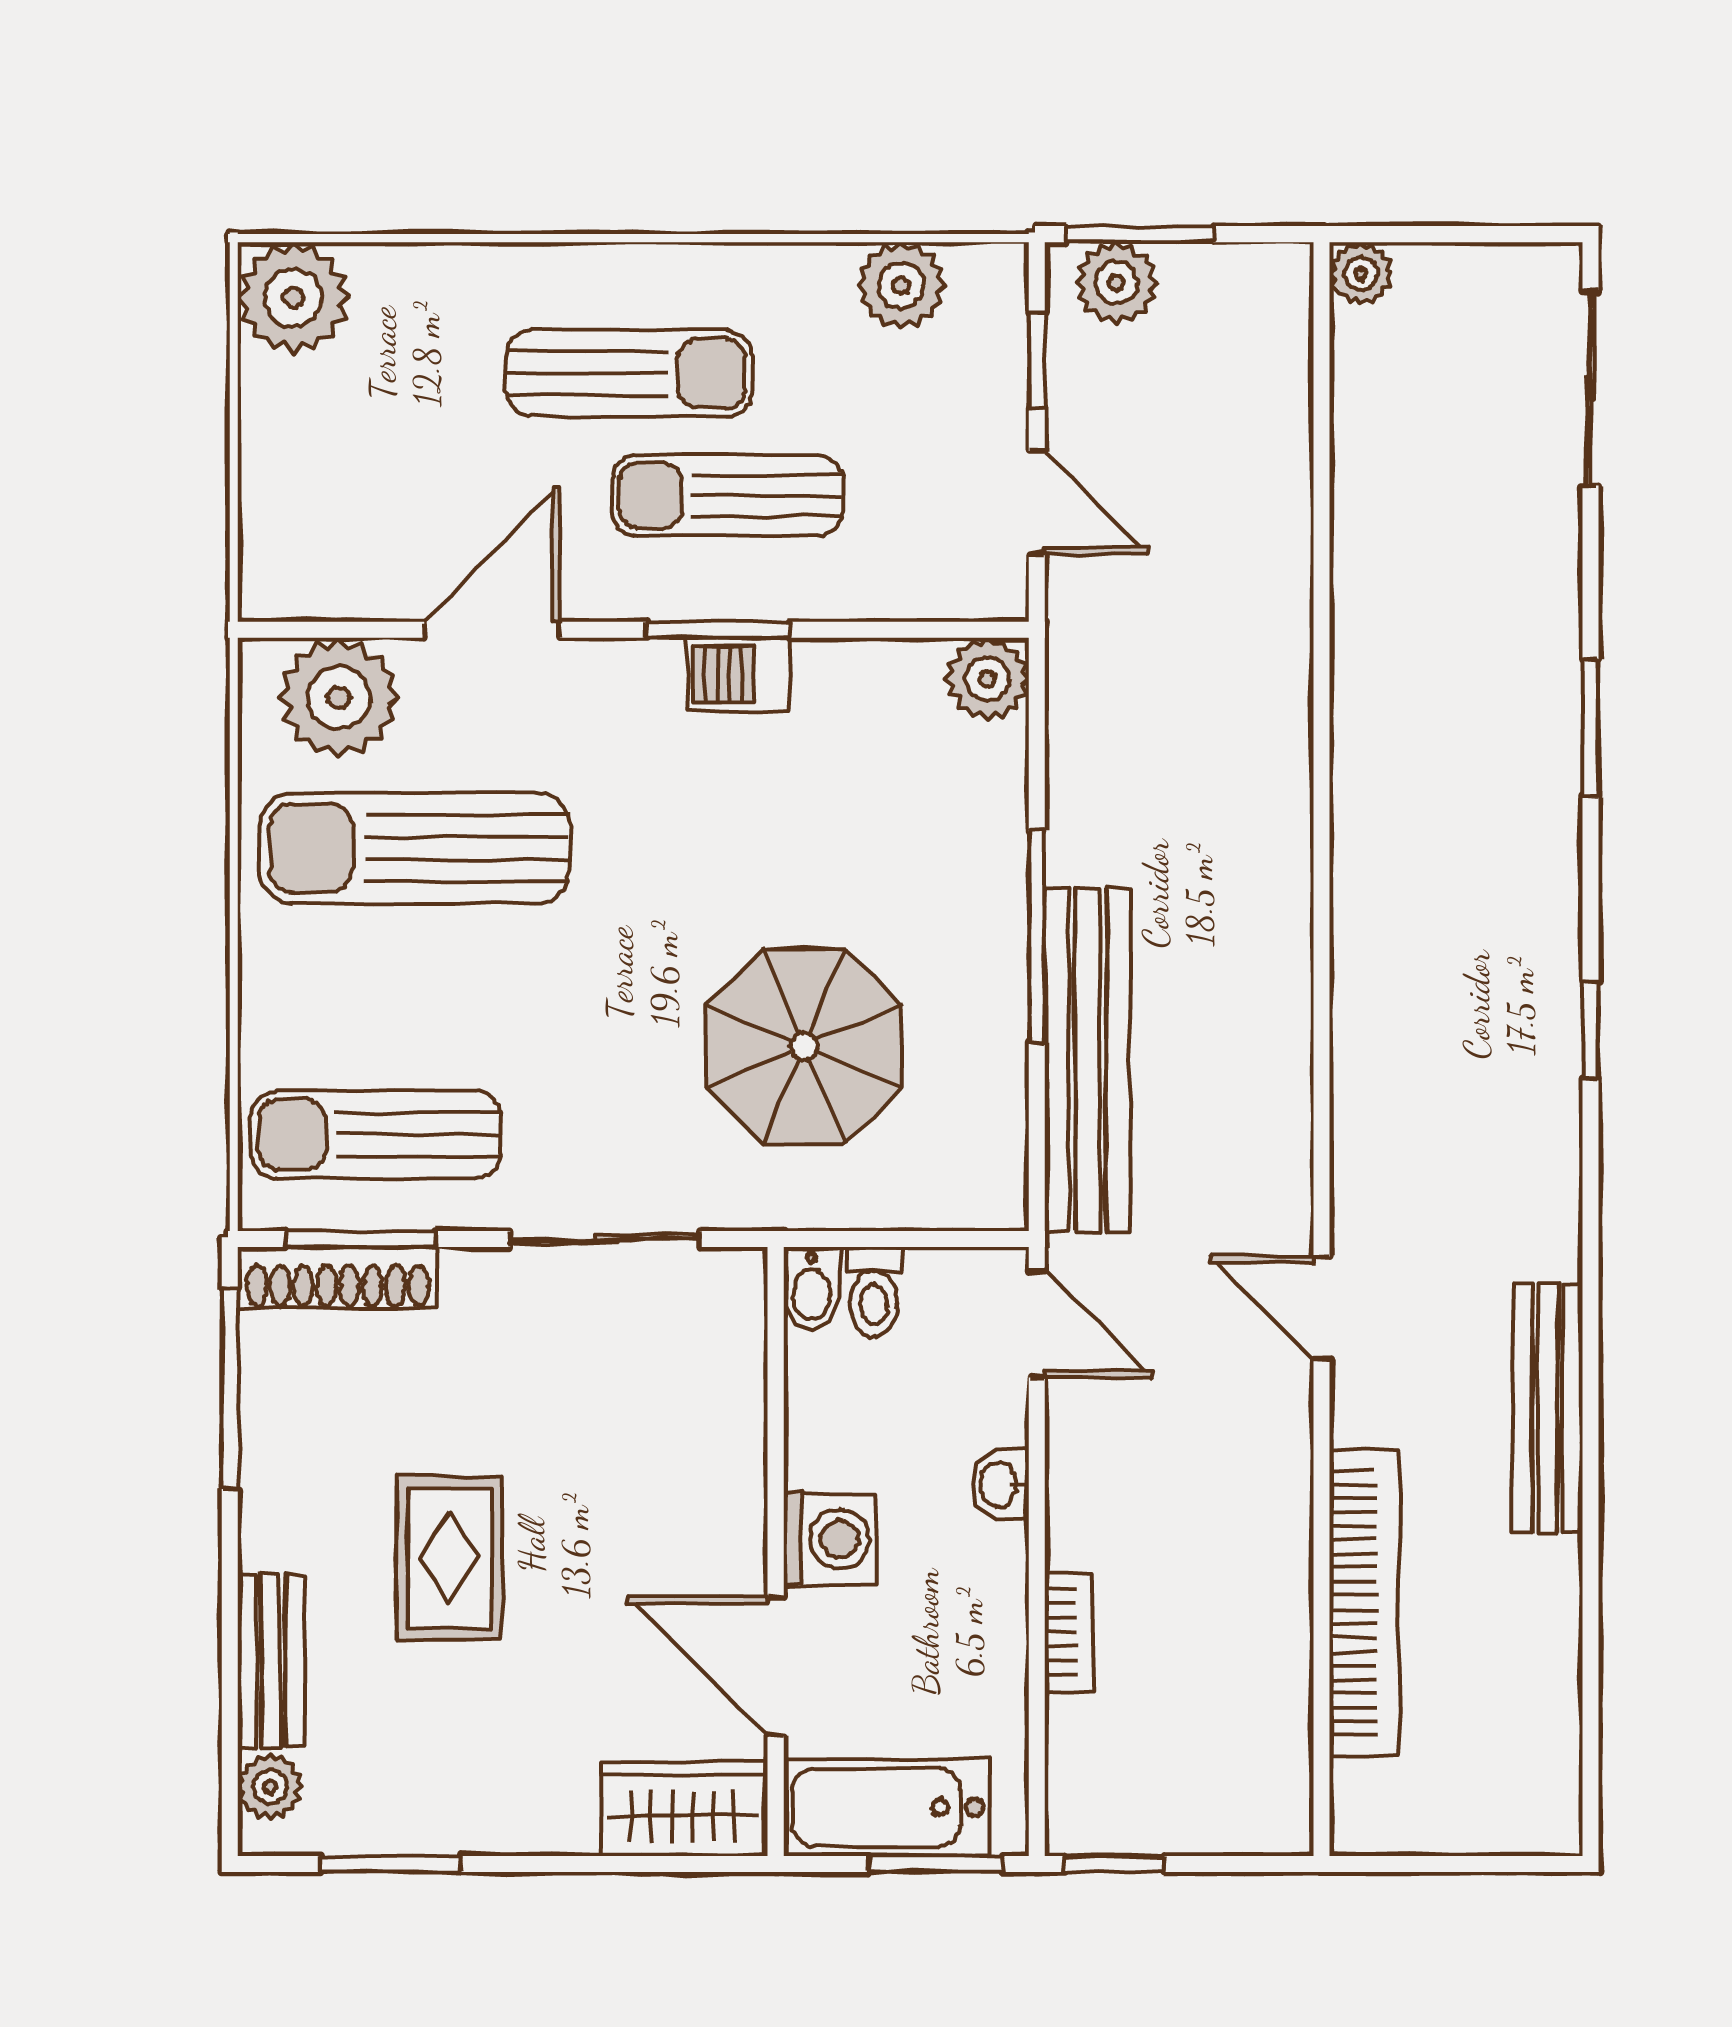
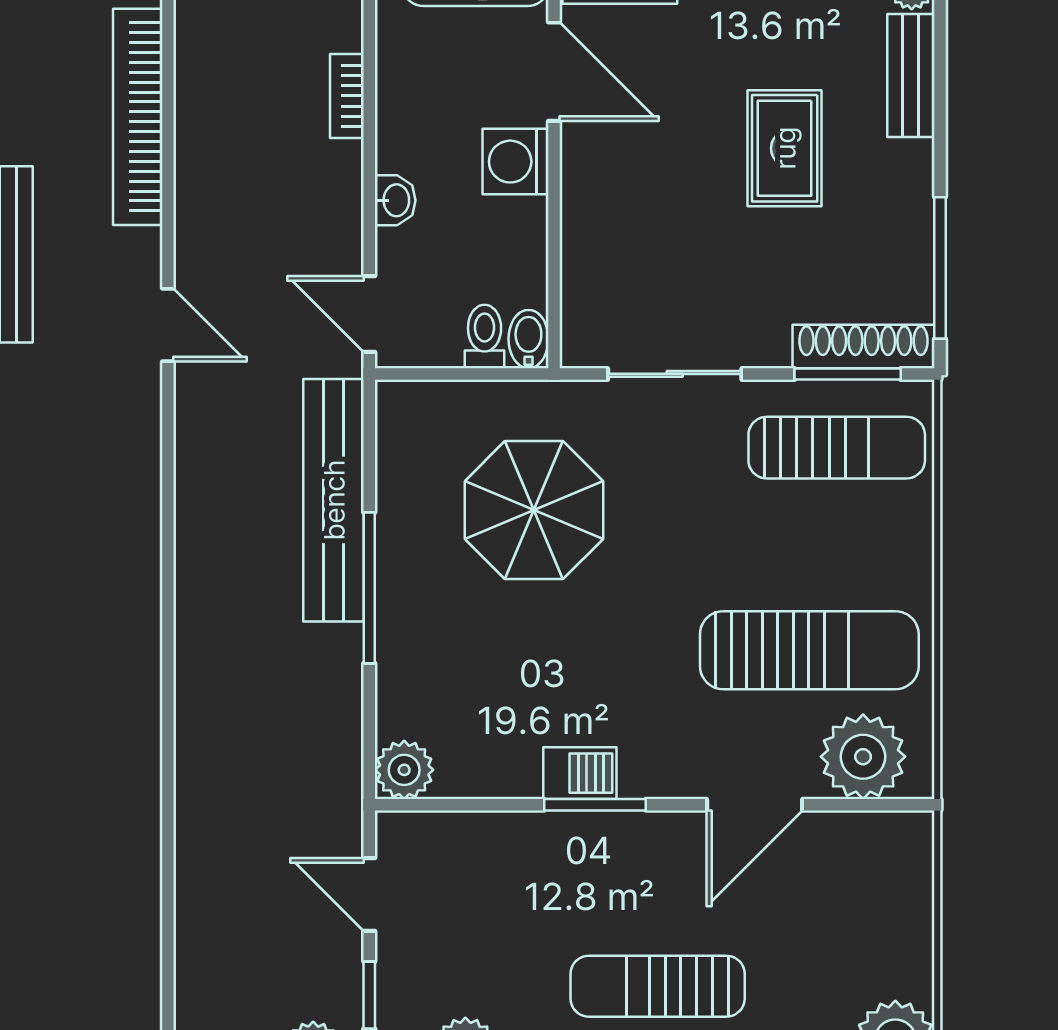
sun lounger: (727, 496) -> (588, 900), removed

